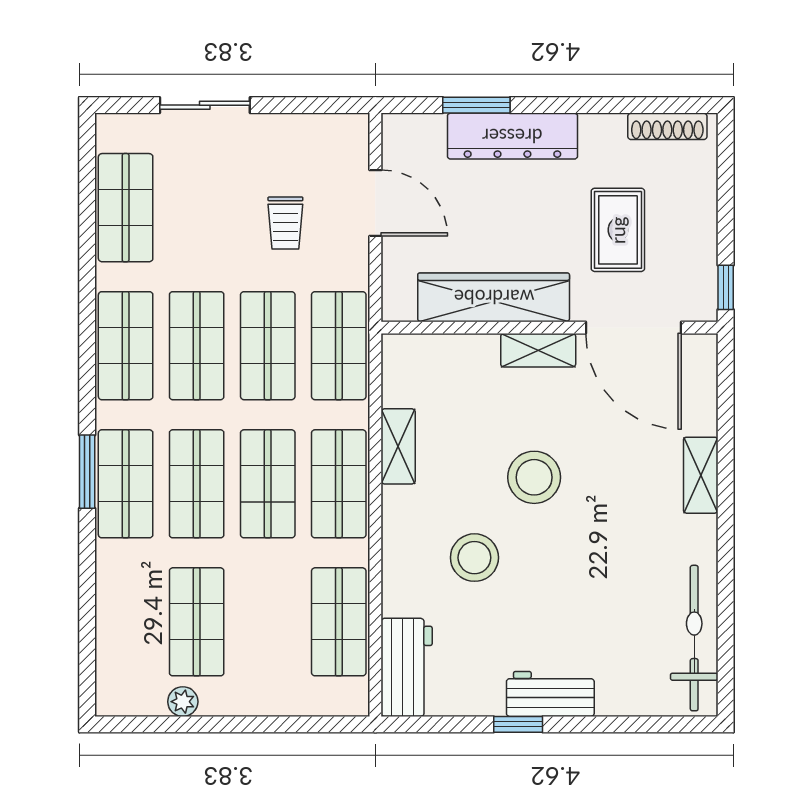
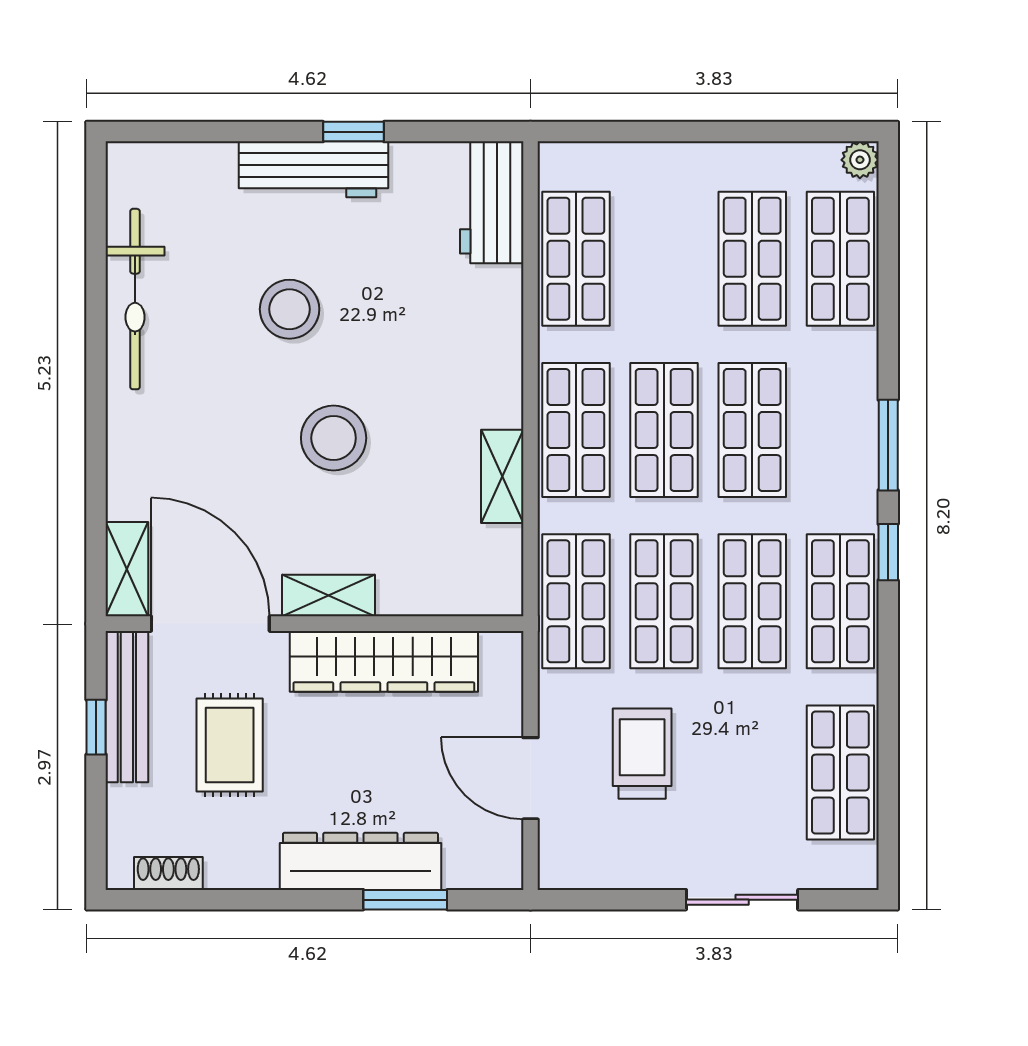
shoe rack: (667, 126) -> (168, 873), width x0.70
trolley: (285, 223) -> (642, 754), width x1.36, depth x1.39
bench: (701, 261) -> (127, 707), added
window: (726, 287) -> (96, 727), moved
window: (87, 385) -> (888, 552), added
shelving: (701, 475) -> (127, 569), moved
shop shelf: (126, 484) -> (840, 259), moved
stool: (474, 558) -> (290, 309), moved
bicycle: (694, 638) -> (135, 299), moved
workbench: (550, 694) -> (313, 169), width x1.38
plant: (183, 702) -> (860, 160), moved

